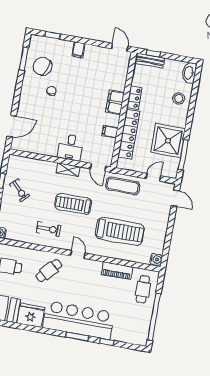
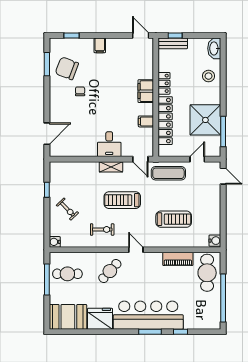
exercise bike: (19, 190) -> (67, 209), moved
treadmill: (120, 231) -> (174, 219), width x0.73, depth x0.73
cafe table: (143, 289) -> (207, 273), width x1.37, depth x1.35

